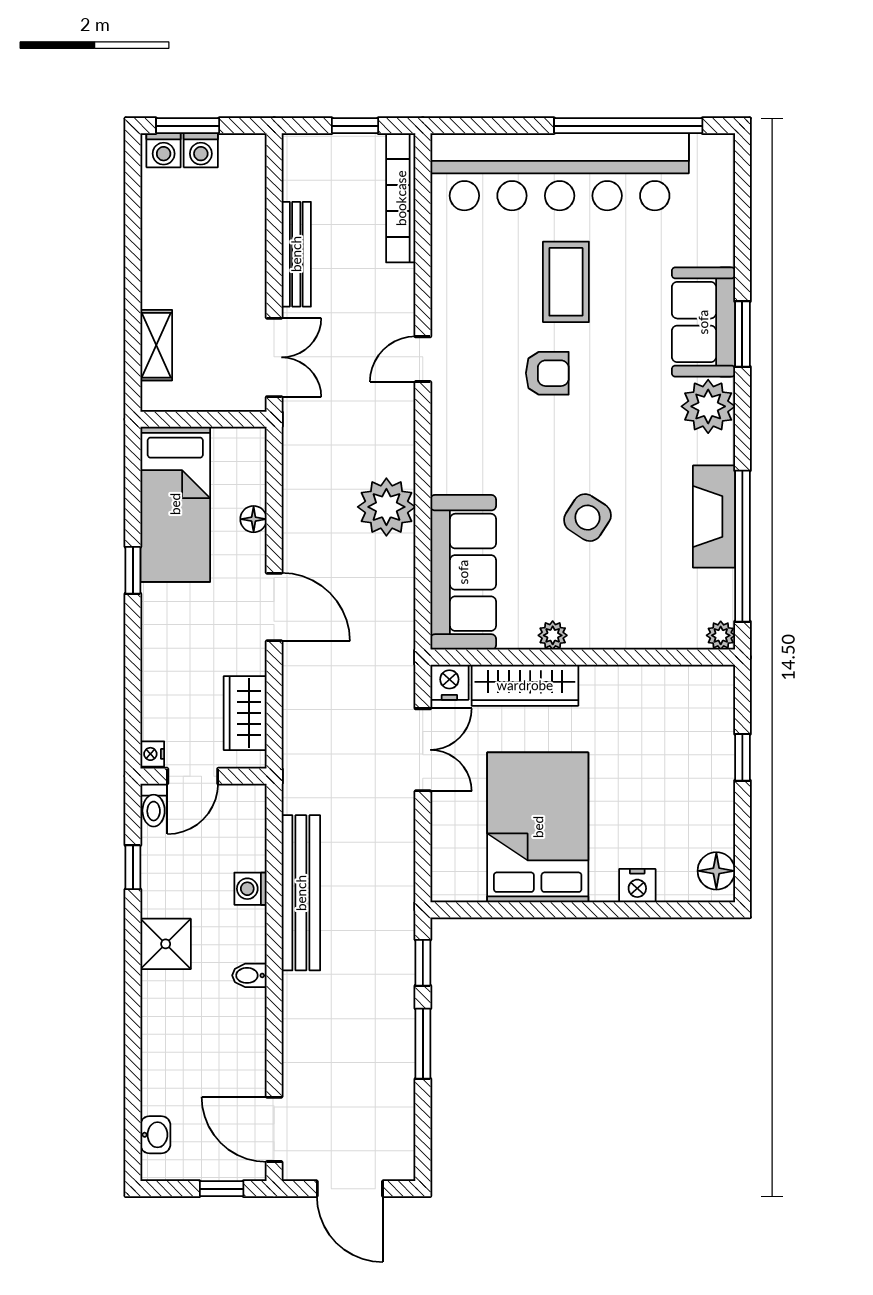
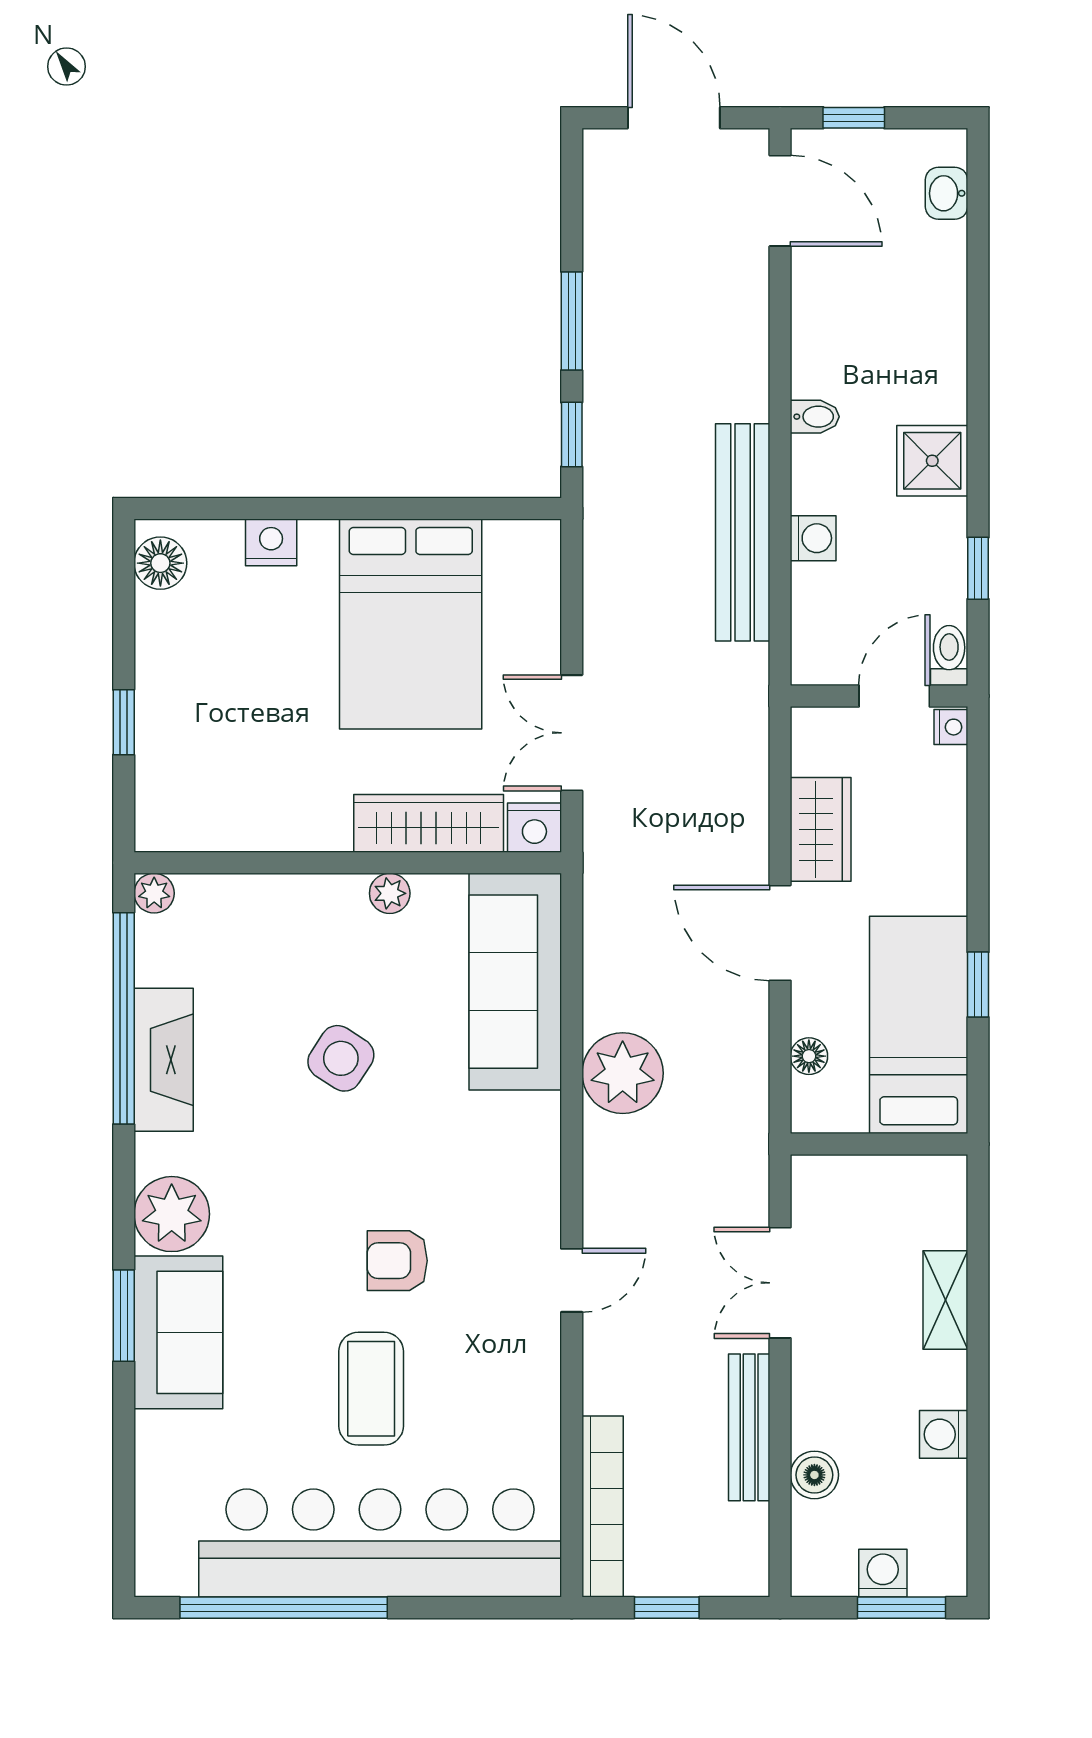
washing machine: (164, 150) -> (944, 1434), moved, turned -90
boiler: (250, 220) -> (814, 1475), added
wall: (204, 419) -> (879, 1144), moved
bed: (175, 504) -> (919, 1025), moved
wardrobe: (245, 713) -> (821, 829), moved

